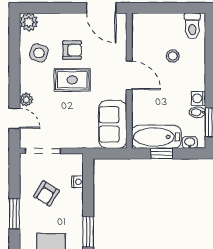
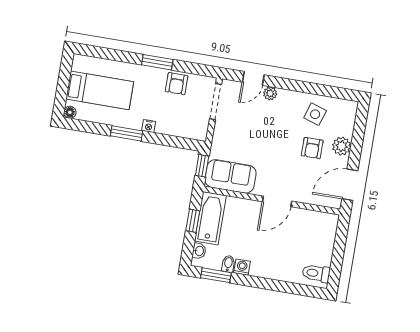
plant: (29, 22) -> (342, 146), moved
stool: (173, 56) -> (289, 249), removed
rug: (72, 80) -> (282, 143), removed
window: (107, 153) -> (202, 166), added
nightstand: (78, 182) -> (149, 126), moved
armchair: (46, 193) -> (177, 84), moved, turned -122

